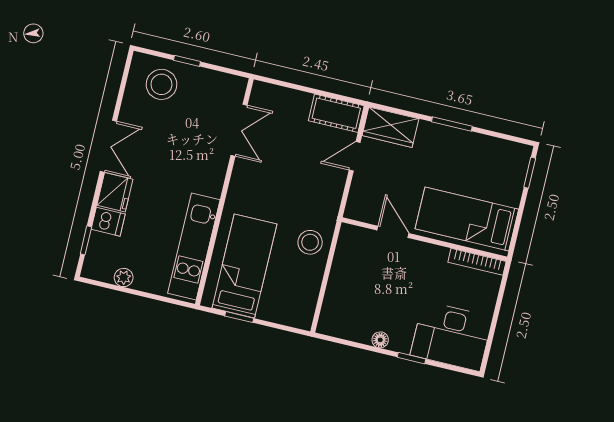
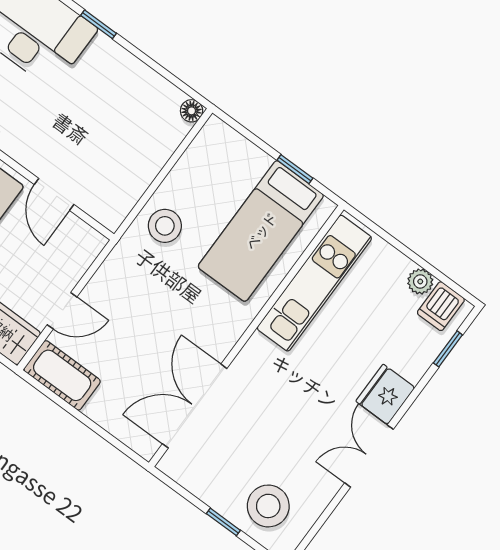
double door: (239, 130) -> (195, 406), width x1.37
dishwasher: (108, 222) -> (441, 306), moved, turned -90
floor lamp: (380, 340) -> (192, 111), moved

